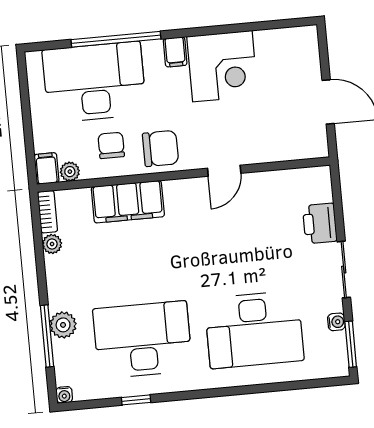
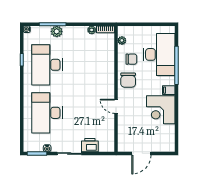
filing cabinet: (46, 168) -> (124, 31), removed
filing cabinet: (128, 202) -> (107, 64), removed
desk: (143, 340) -> (47, 65), turned 180

